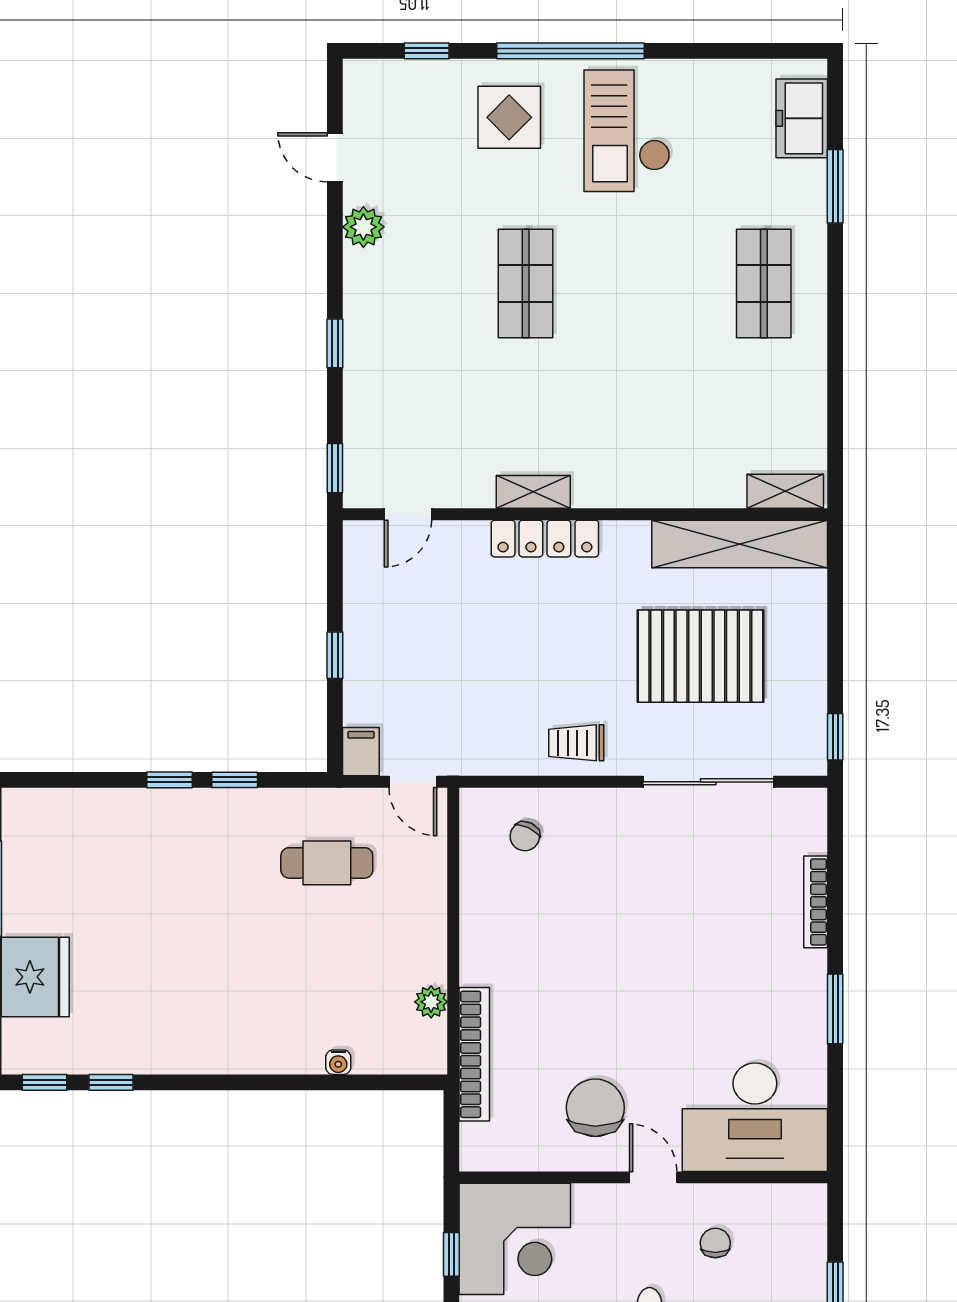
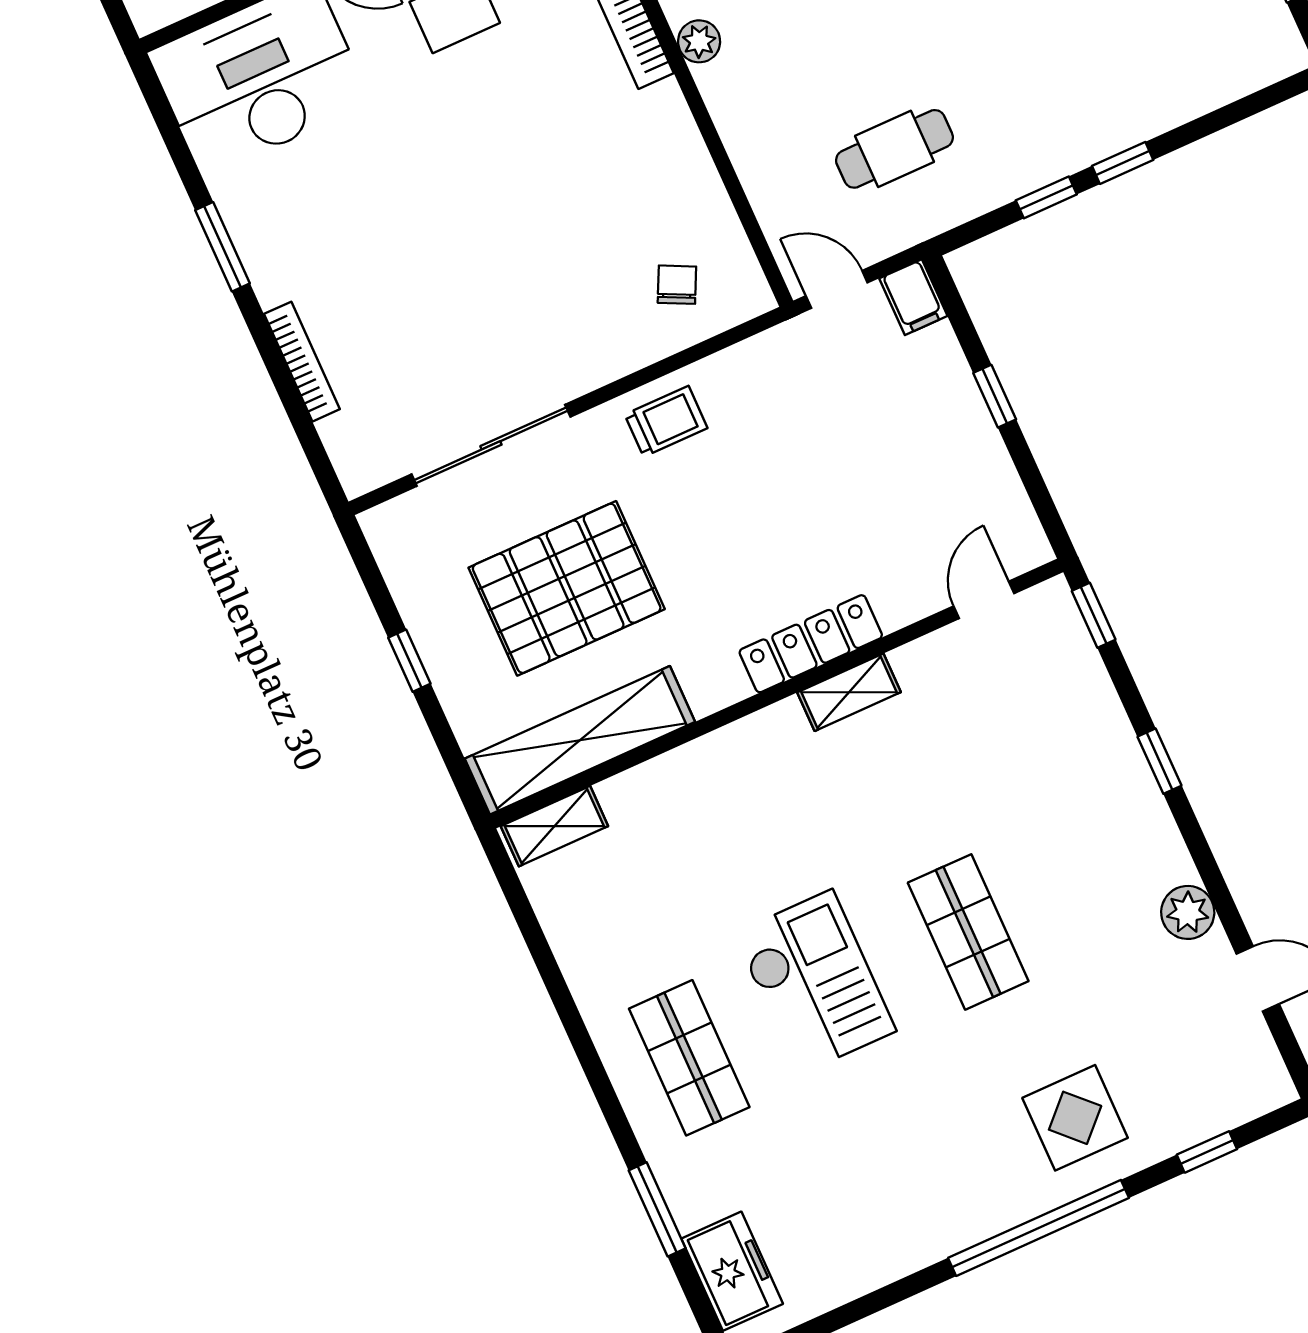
checkout: (627, 131) -> (815, 982), moved
window: (835, 737) -> (409, 661), moved

